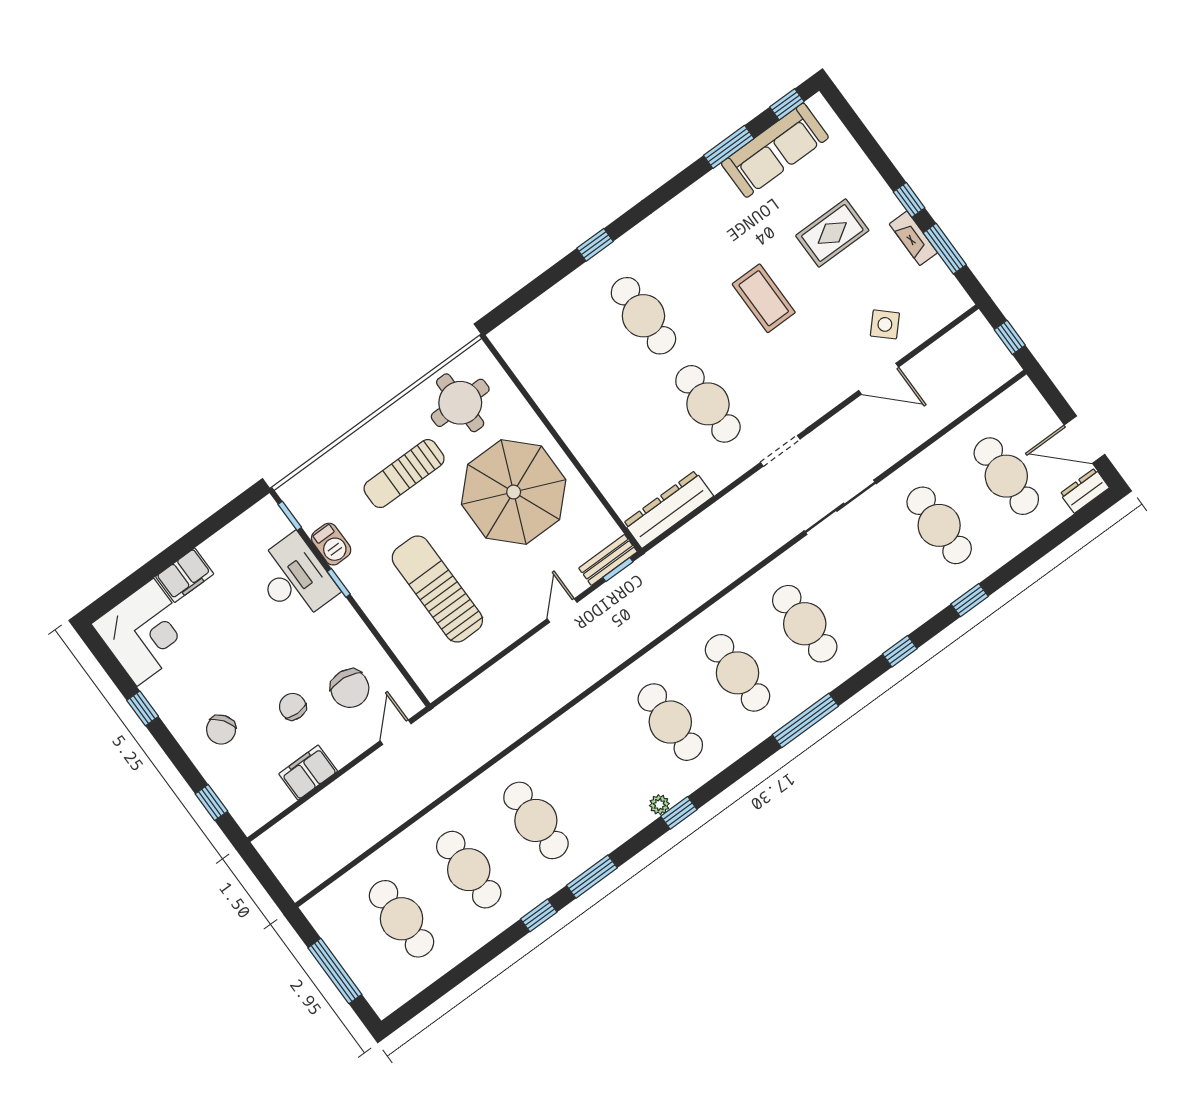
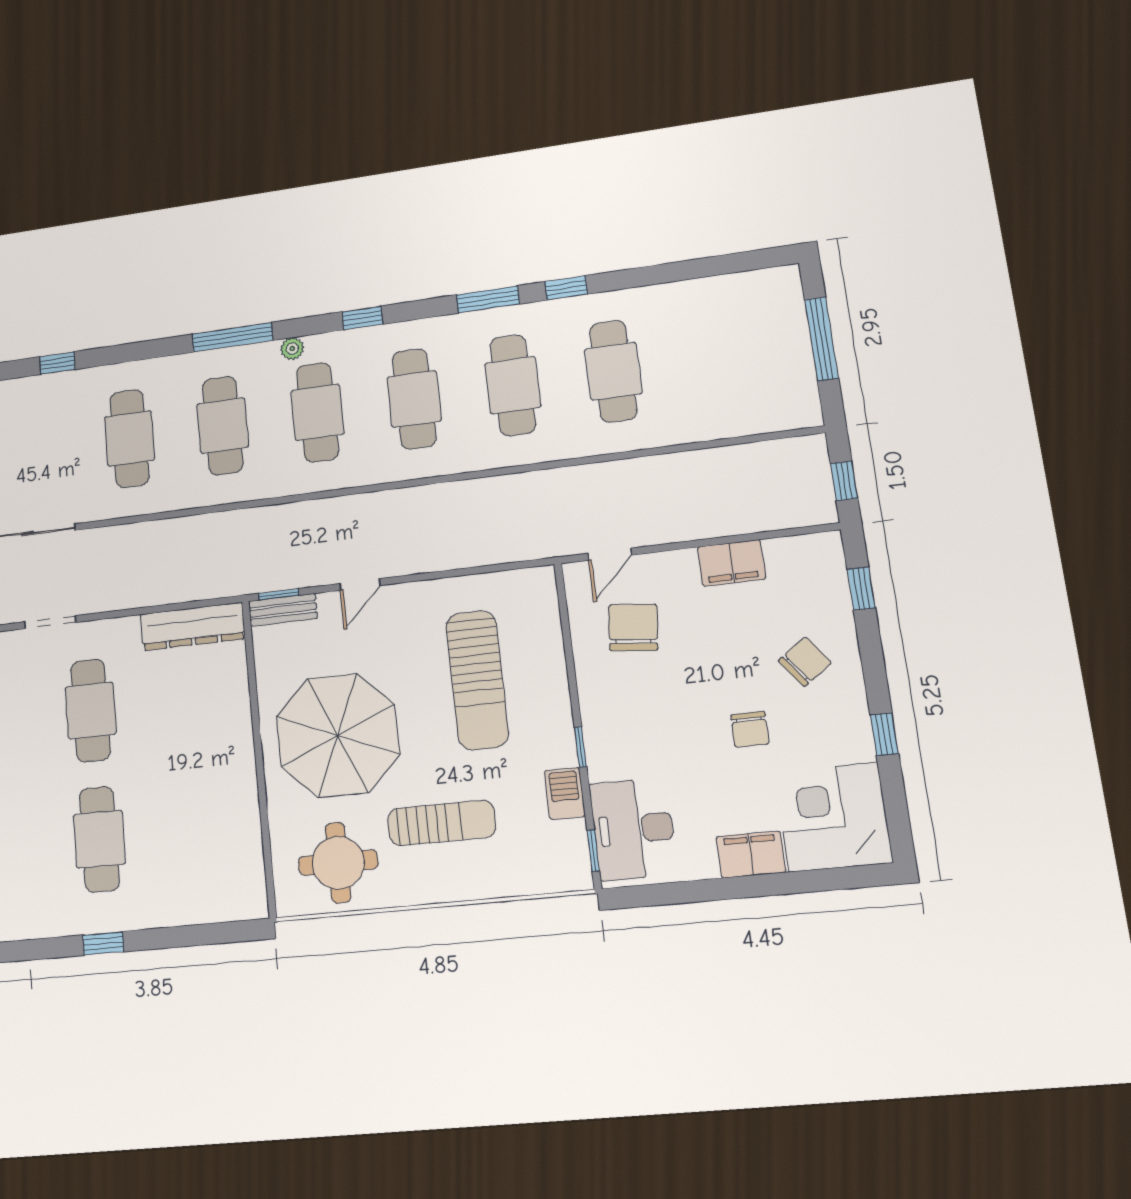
desk: (295, 579) -> (633, 829), moved
chair: (293, 707) -> (750, 729), moved
window: (805, 720) -> (232, 337), moved
plant: (659, 805) -> (292, 349), moved
window: (264, 874) -> (844, 481), added
cafe table: (402, 919) -> (414, 399), moved

